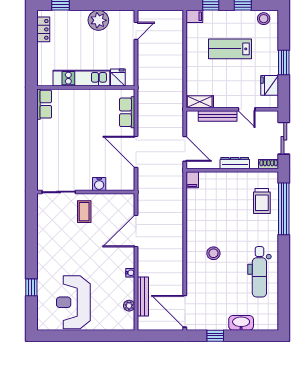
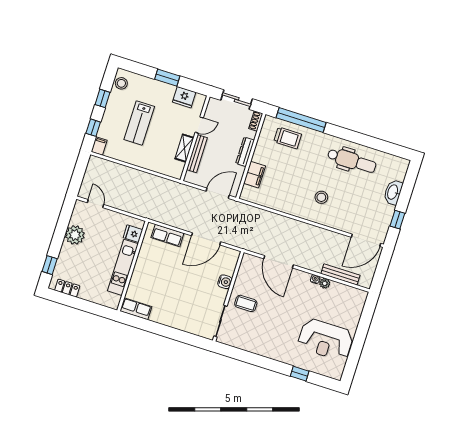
shelving: (200, 102) -> (184, 148), moved
filing cabinet: (192, 180) -> (255, 175), moved, width x2.00
plant: (129, 306) -> (325, 283), moved

